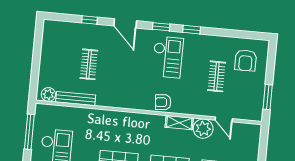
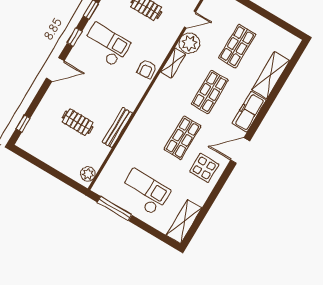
window: (90, 20) -> (23, 124), moved
bench: (76, 99) -> (117, 128), moved

